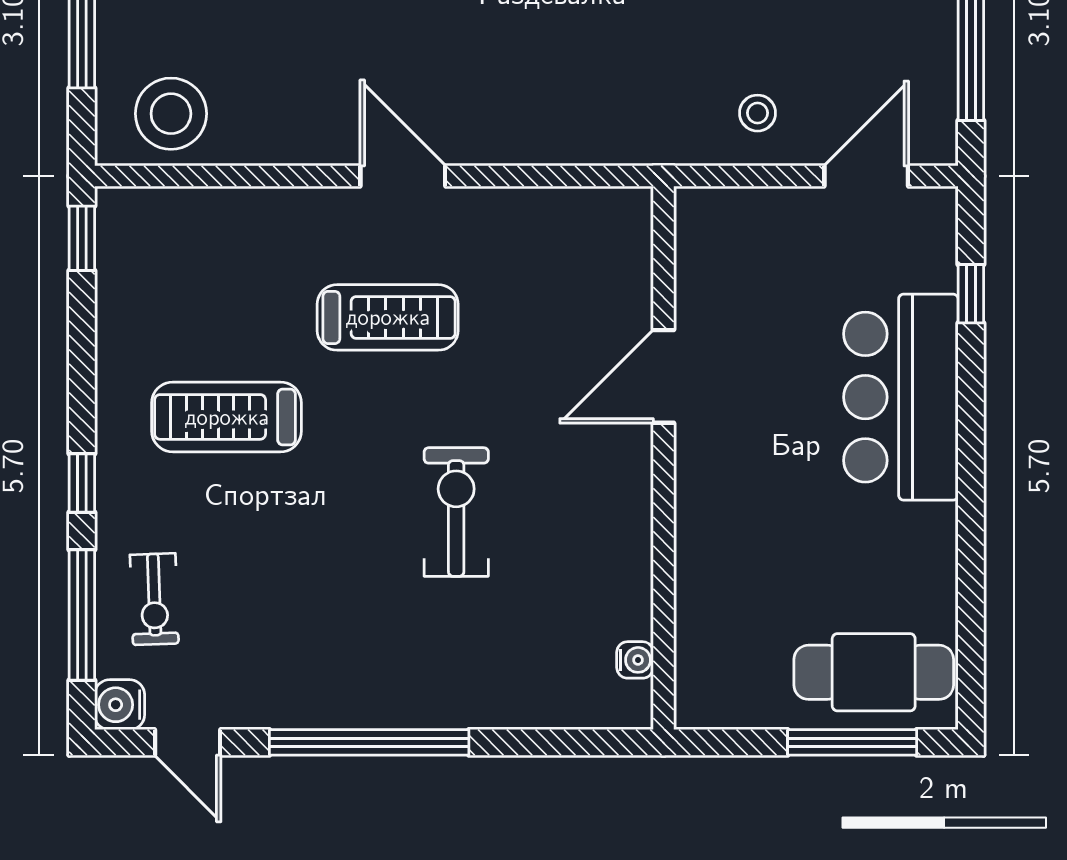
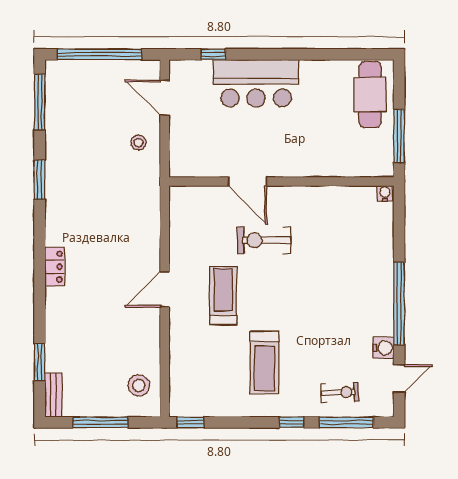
stool: (171, 114) -> (139, 385), width x0.73, depth x0.73
exercise bike: (456, 512) -> (264, 240), moved
water cooler: (635, 660) -> (385, 193), moved
water cooler: (120, 705) -> (383, 348), moved, turned -90
window: (852, 742) -> (399, 136), moved

